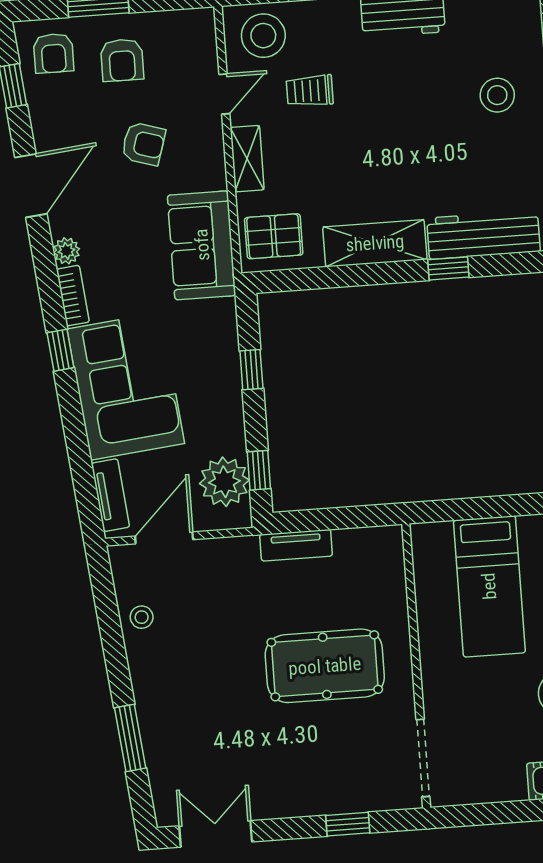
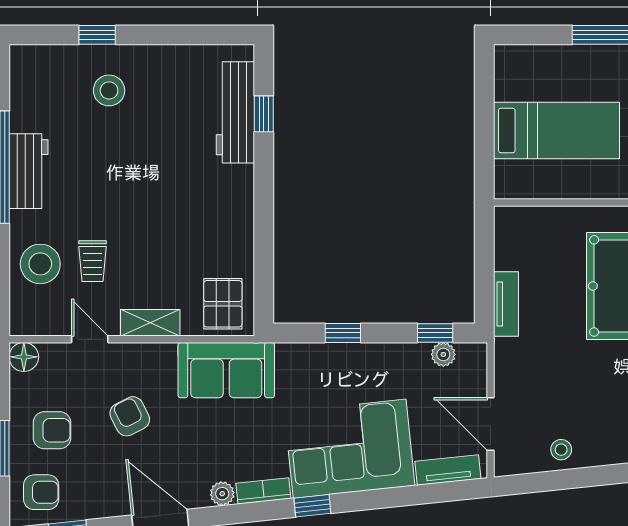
floor lamp: (200, 24) -> (24, 357), added
stool: (263, 36) -> (40, 264), moved
armchair: (143, 144) -> (130, 416), turned -44
shelving: (375, 243) -> (236, 212), removed
window: (448, 268) -> (264, 114), moved
plant: (224, 482) -> (443, 354), width x0.53, depth x0.53

